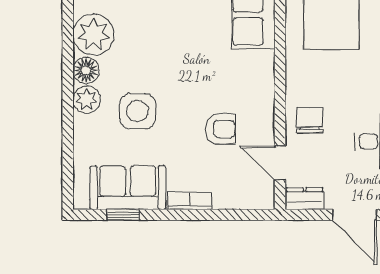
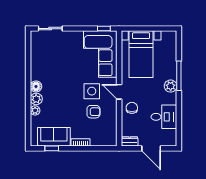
plant: (94, 35) -> (35, 110), moved, width x0.53, depth x0.53
side table: (137, 111) -> (92, 91), moved
door: (280, 163) -> (119, 92), moved

